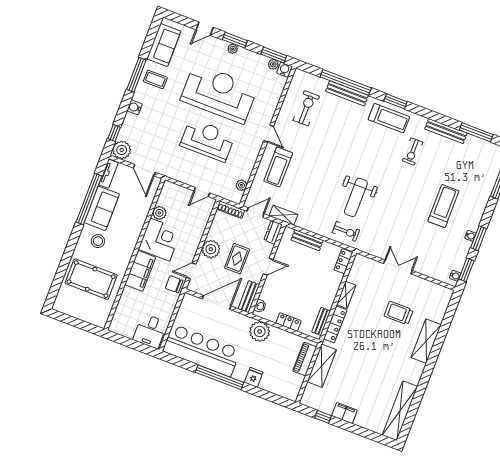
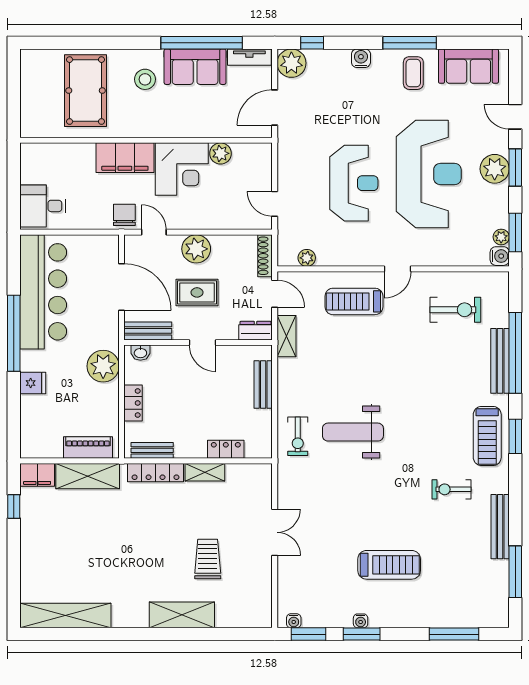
plant: (233, 49) -> (495, 169), width x1.88, depth x1.88
locker: (343, 261) -> (226, 449), moved
filing cabinet: (344, 413) -> (37, 475), moved, turned 90

